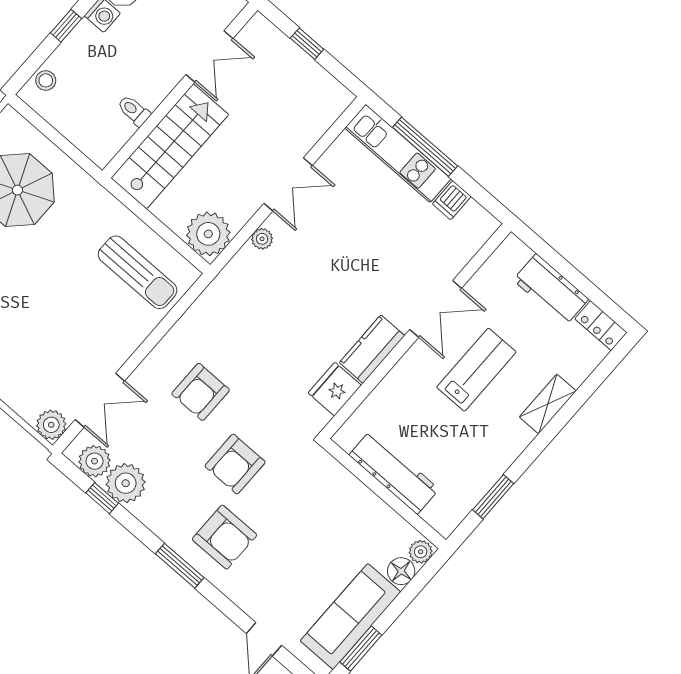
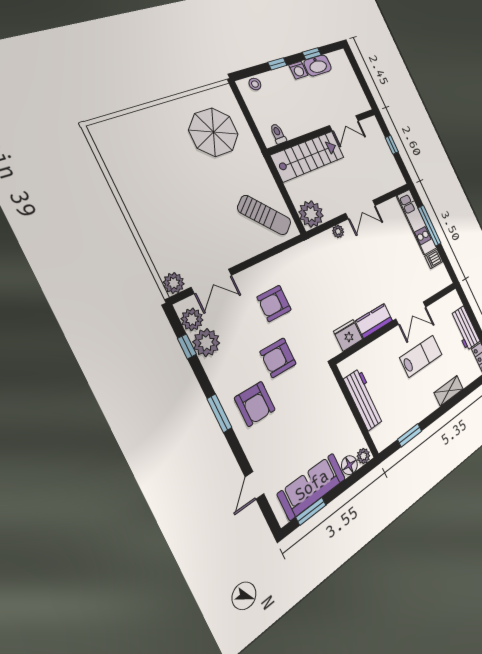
toilet: (134, 111) -> (278, 134), moved
sun lounger: (138, 272) -> (264, 215), turned -40

